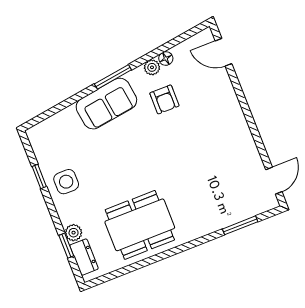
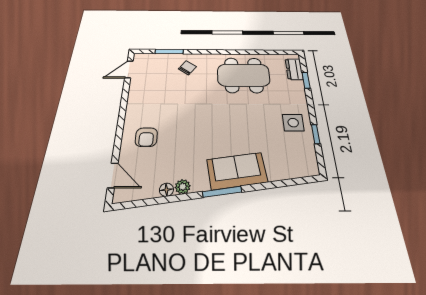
armchair: (164, 99) -> (146, 137), moved, turned 180
chair: (208, 210) -> (187, 68), added
plant: (74, 233) -> (298, 87), removed

